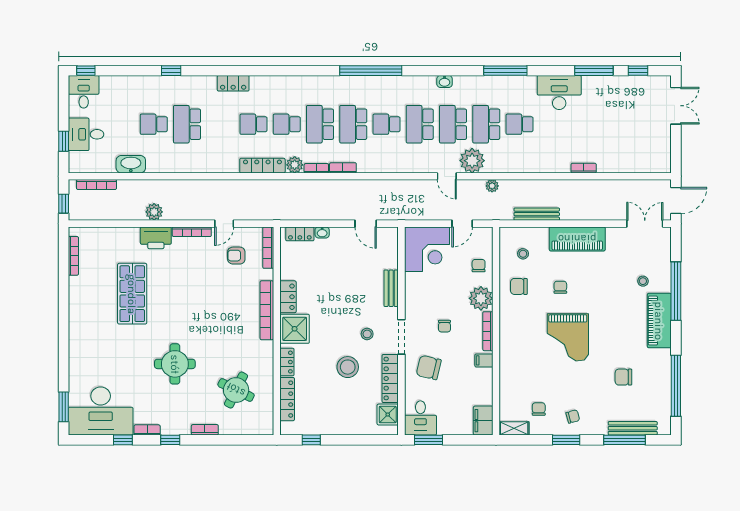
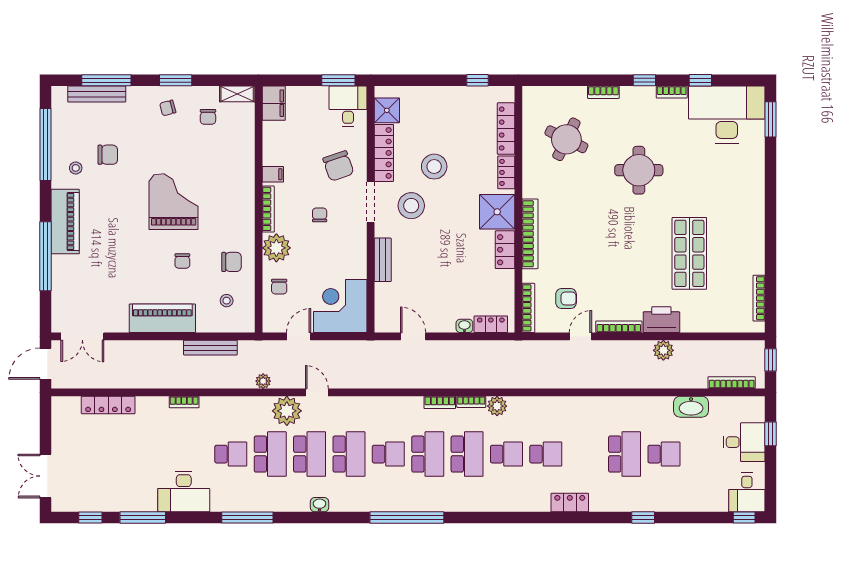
locker: (262, 166) -> (108, 405), moved
bookcase: (584, 168) -> (184, 402), moved
stool: (643, 281) -> (76, 168), moved
stool: (367, 334) -> (411, 206), width x1.89, depth x1.89
chair: (429, 367) -> (338, 166), turned 58

